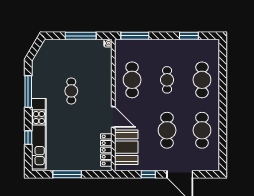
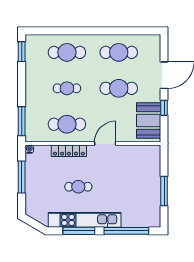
window: (189, 36) -> (22, 52), moved
kitchen unit: (39, 134) -> (85, 220), moved
window: (28, 138) -> (126, 231), width x3.17
booth: (126, 147) -> (149, 121), moved, turned 90
locker: (106, 150) -> (69, 151), moved

